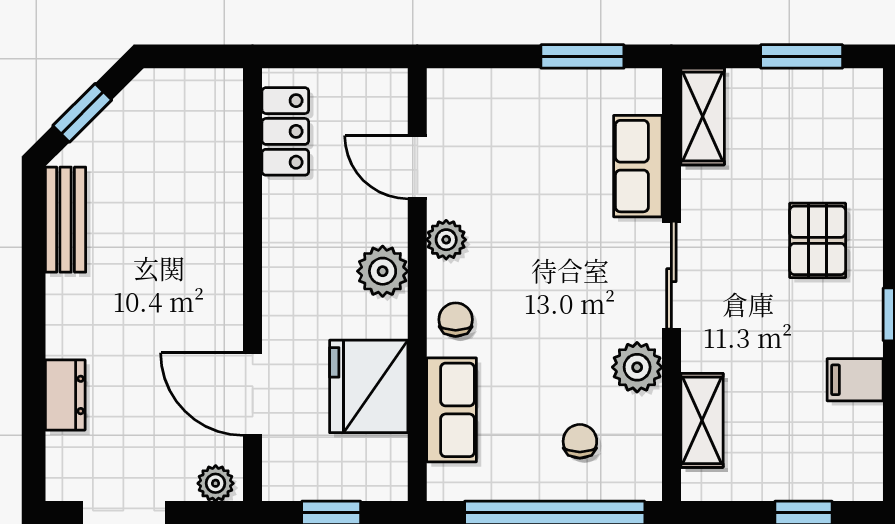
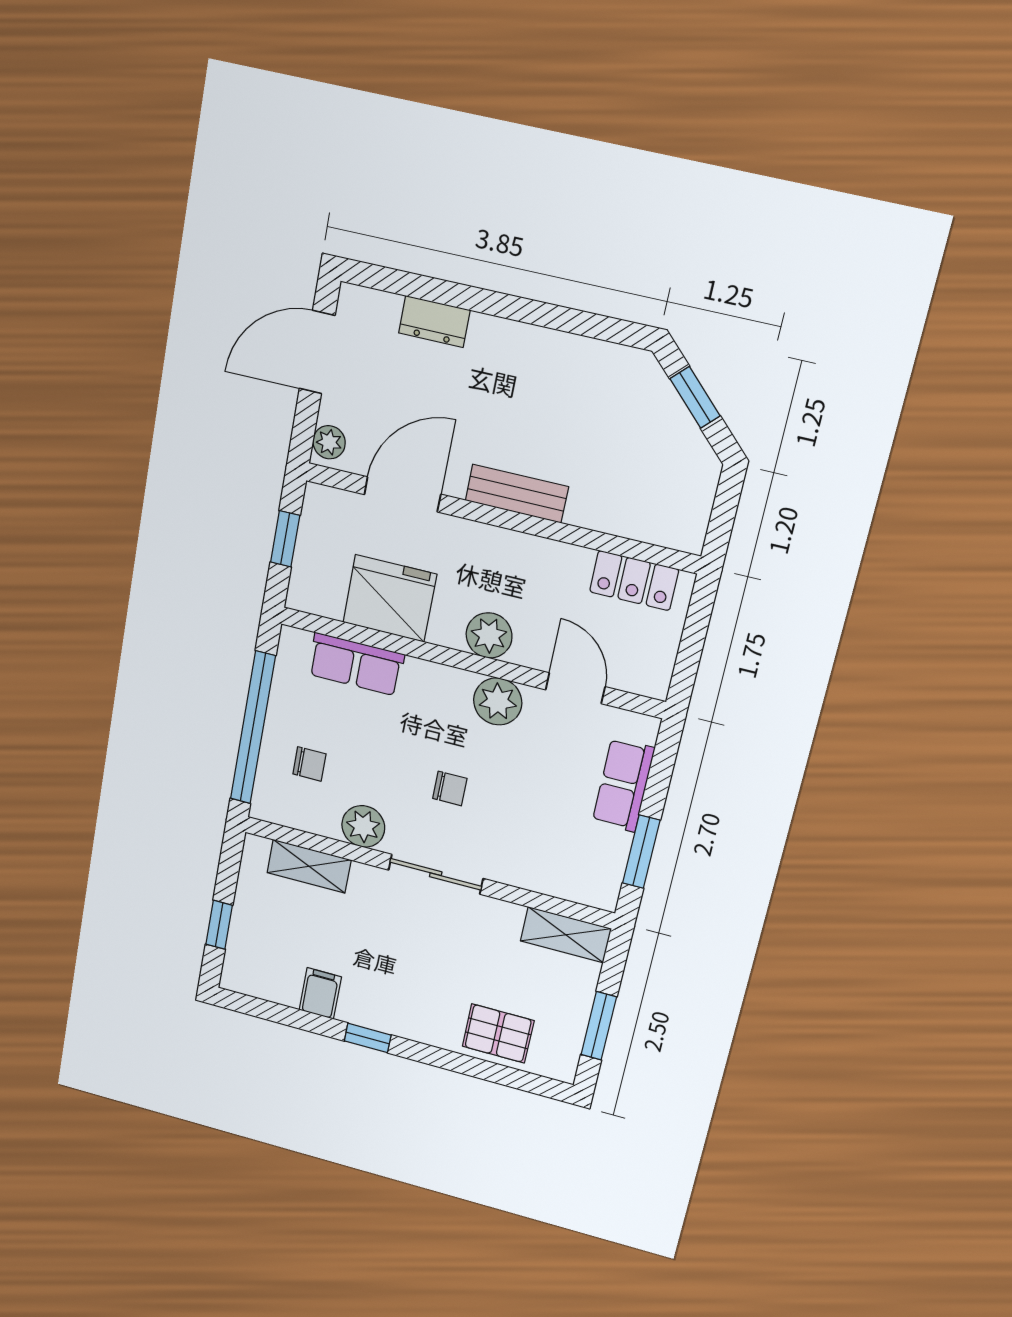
row of seats: (638, 166) -> (623, 785), moved, turned -90
door: (417, 167) -> (575, 688), hinge flipped
bench: (66, 220) -> (517, 494), moved
plant: (446, 240) -> (498, 701), width x1.38, depth x1.38
pallet: (818, 240) -> (498, 1033), moved
chair: (456, 320) -> (450, 788), moved

